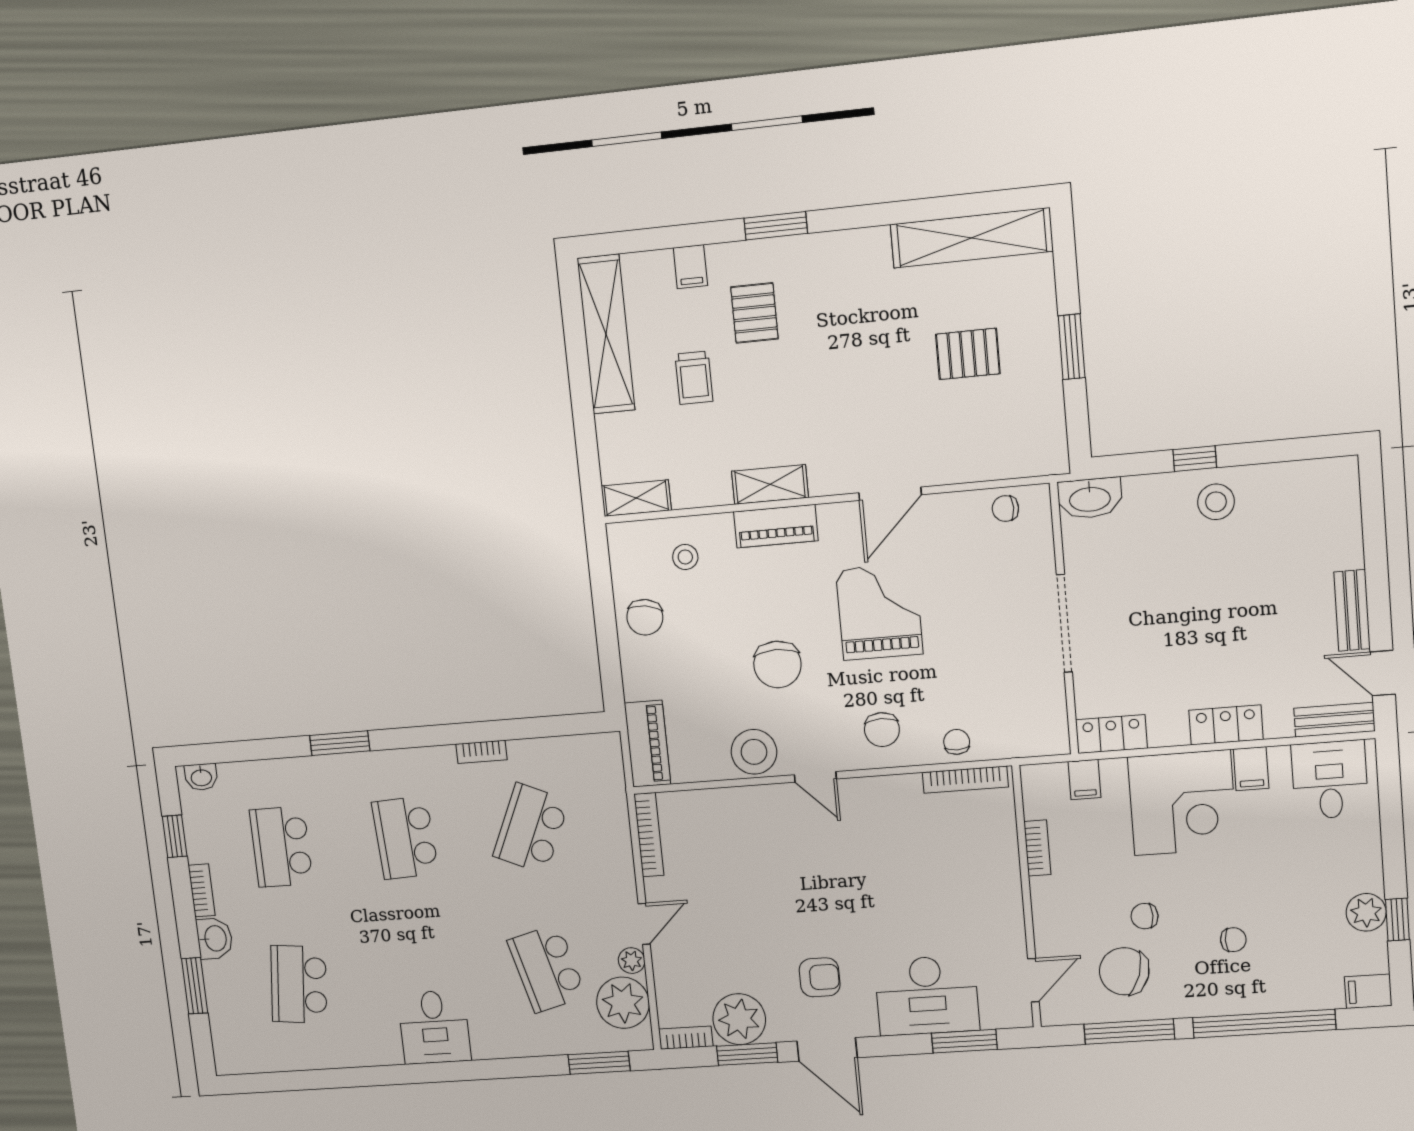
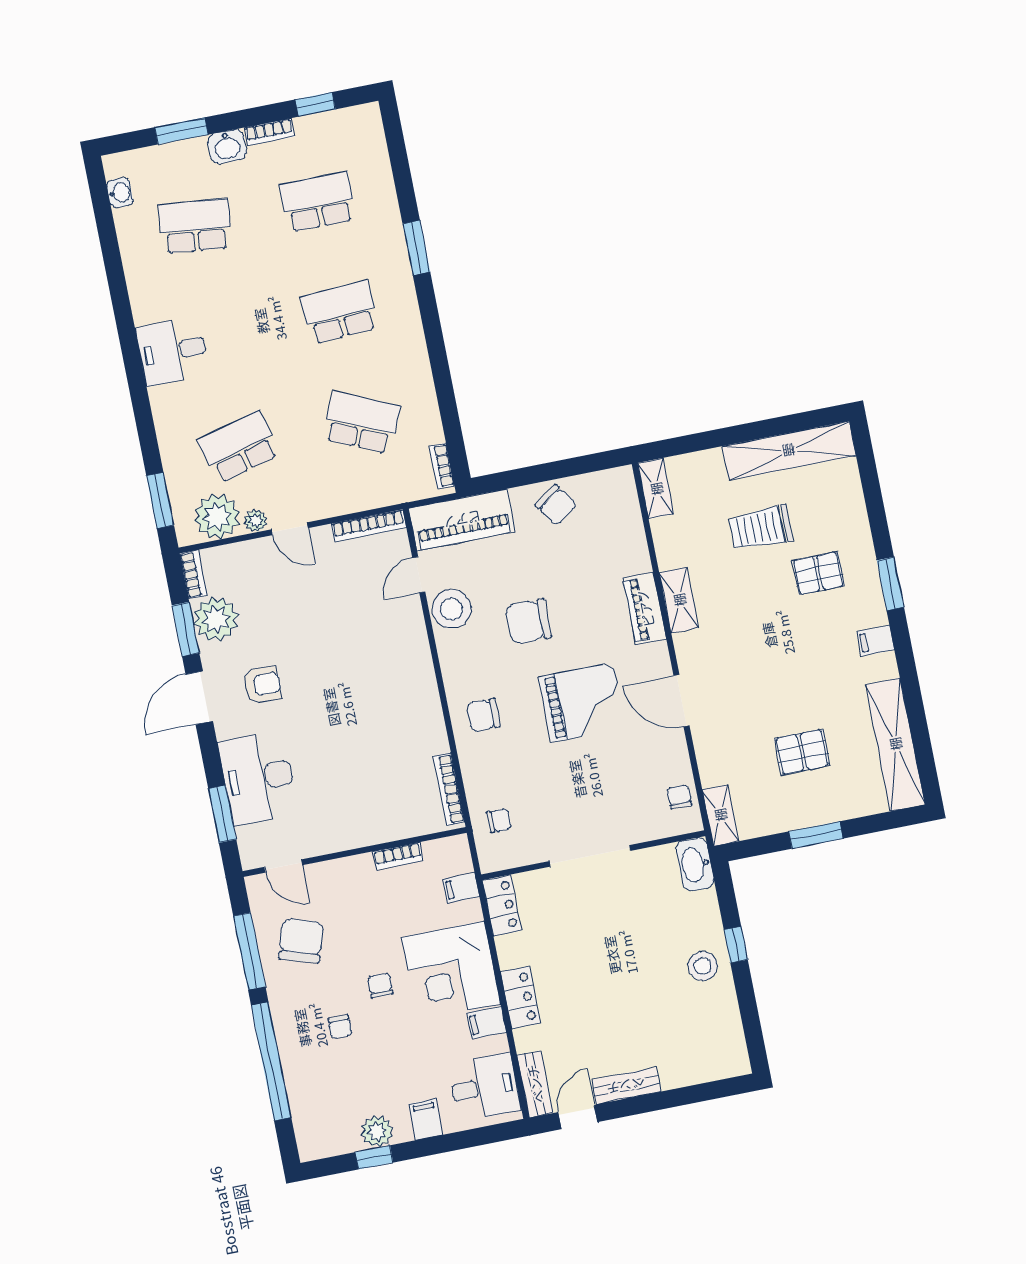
filing cabinet: (690, 267) -> (876, 641), moved
pallet: (968, 354) -> (802, 752), turned 90
trolley: (694, 378) -> (761, 528), width x1.36, depth x1.39
shelving: (1034, 461) -> (720, 815), added
stool: (685, 557) -> (611, 535), removed
chair: (645, 617) -> (556, 505), turned -134
chair: (957, 742) -> (499, 821), moved
piano: (647, 744) -> (462, 520), width x1.37, depth x1.33
bookcase: (482, 752) -> (442, 466), moved
washbasin: (201, 777) -> (120, 193), moved, turned 180
door: (815, 777) -> (419, 575), moved
chair: (1145, 916) -> (380, 985), moved
armchair: (820, 977) -> (262, 685), turned -90
filing cabinet: (1368, 991) -> (426, 1119), moved

